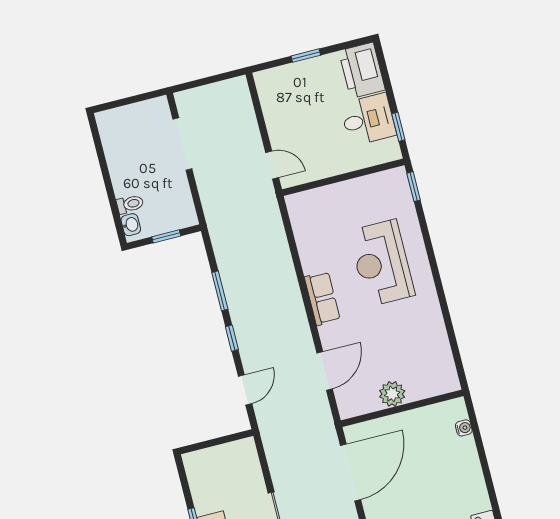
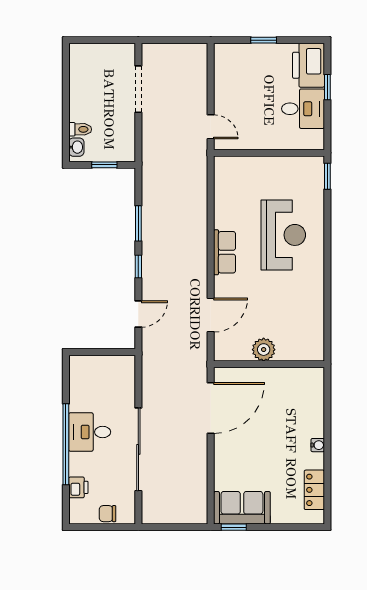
window: (398, 127) -> (327, 87), moved
reception desk: (382, 263) -> (283, 235), turned 180
water cooler: (464, 428) -> (318, 445), moved

